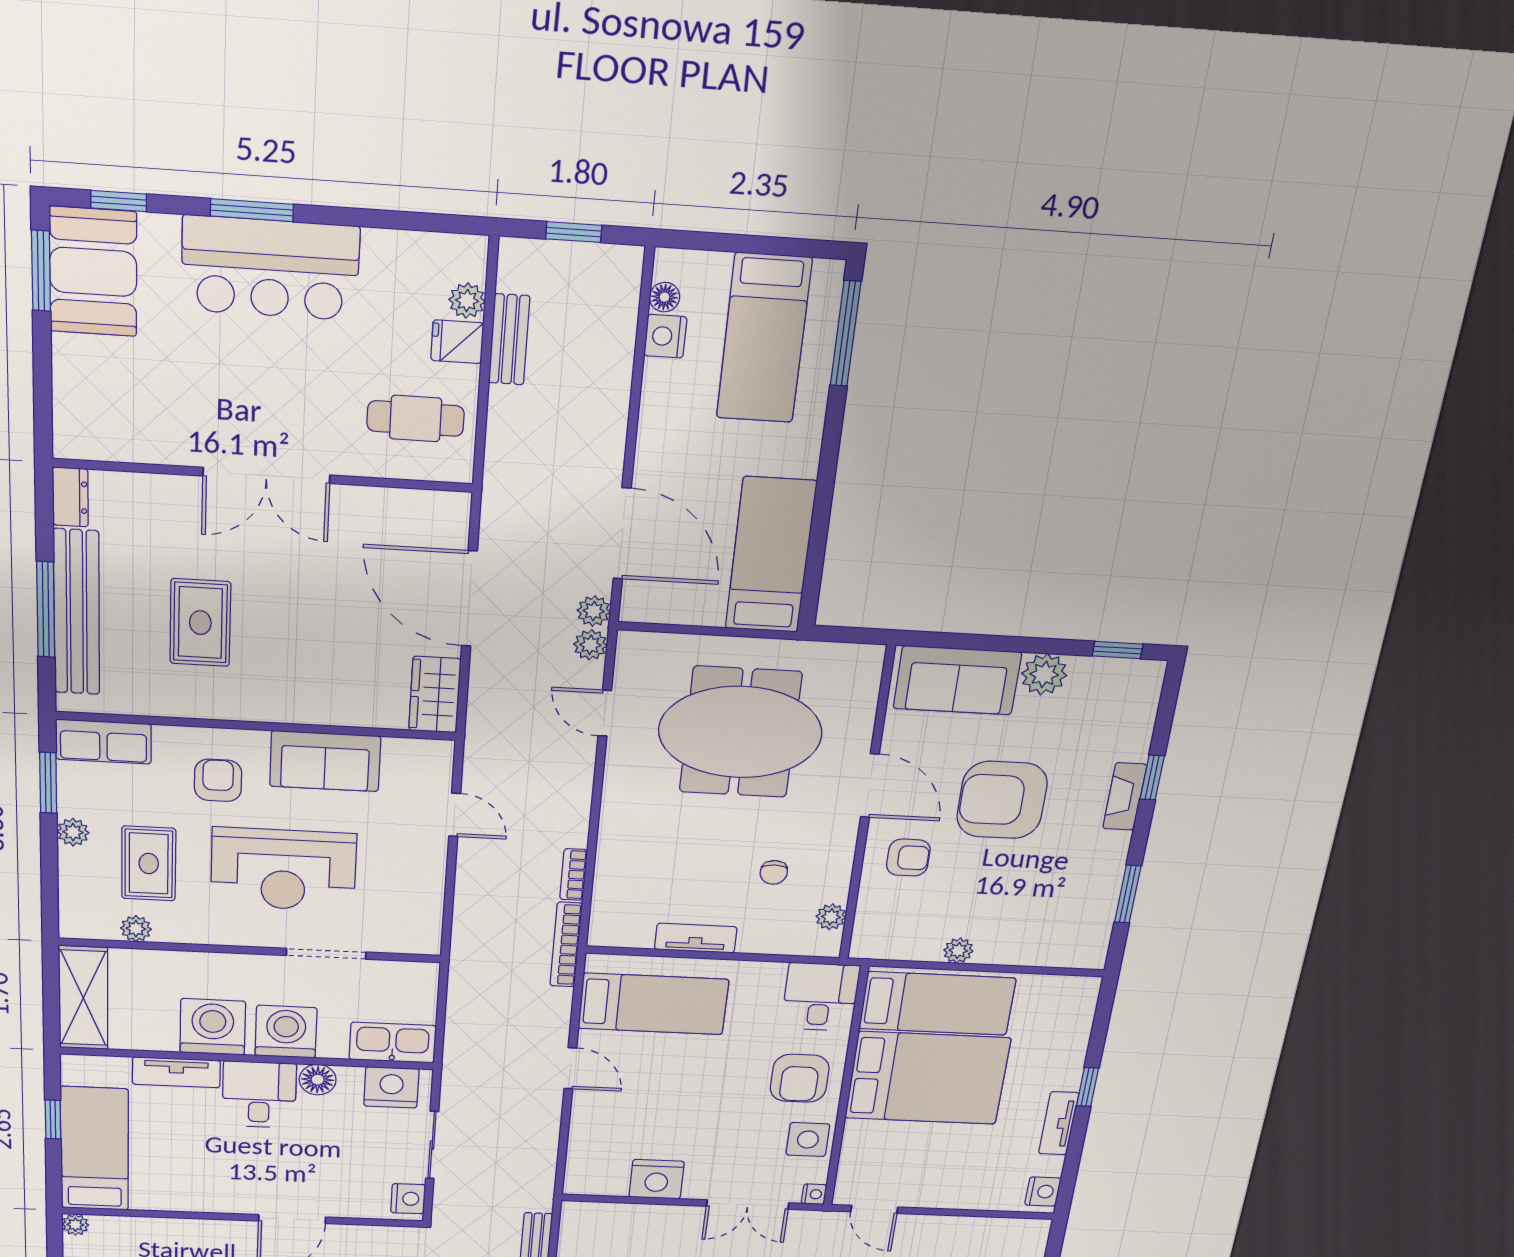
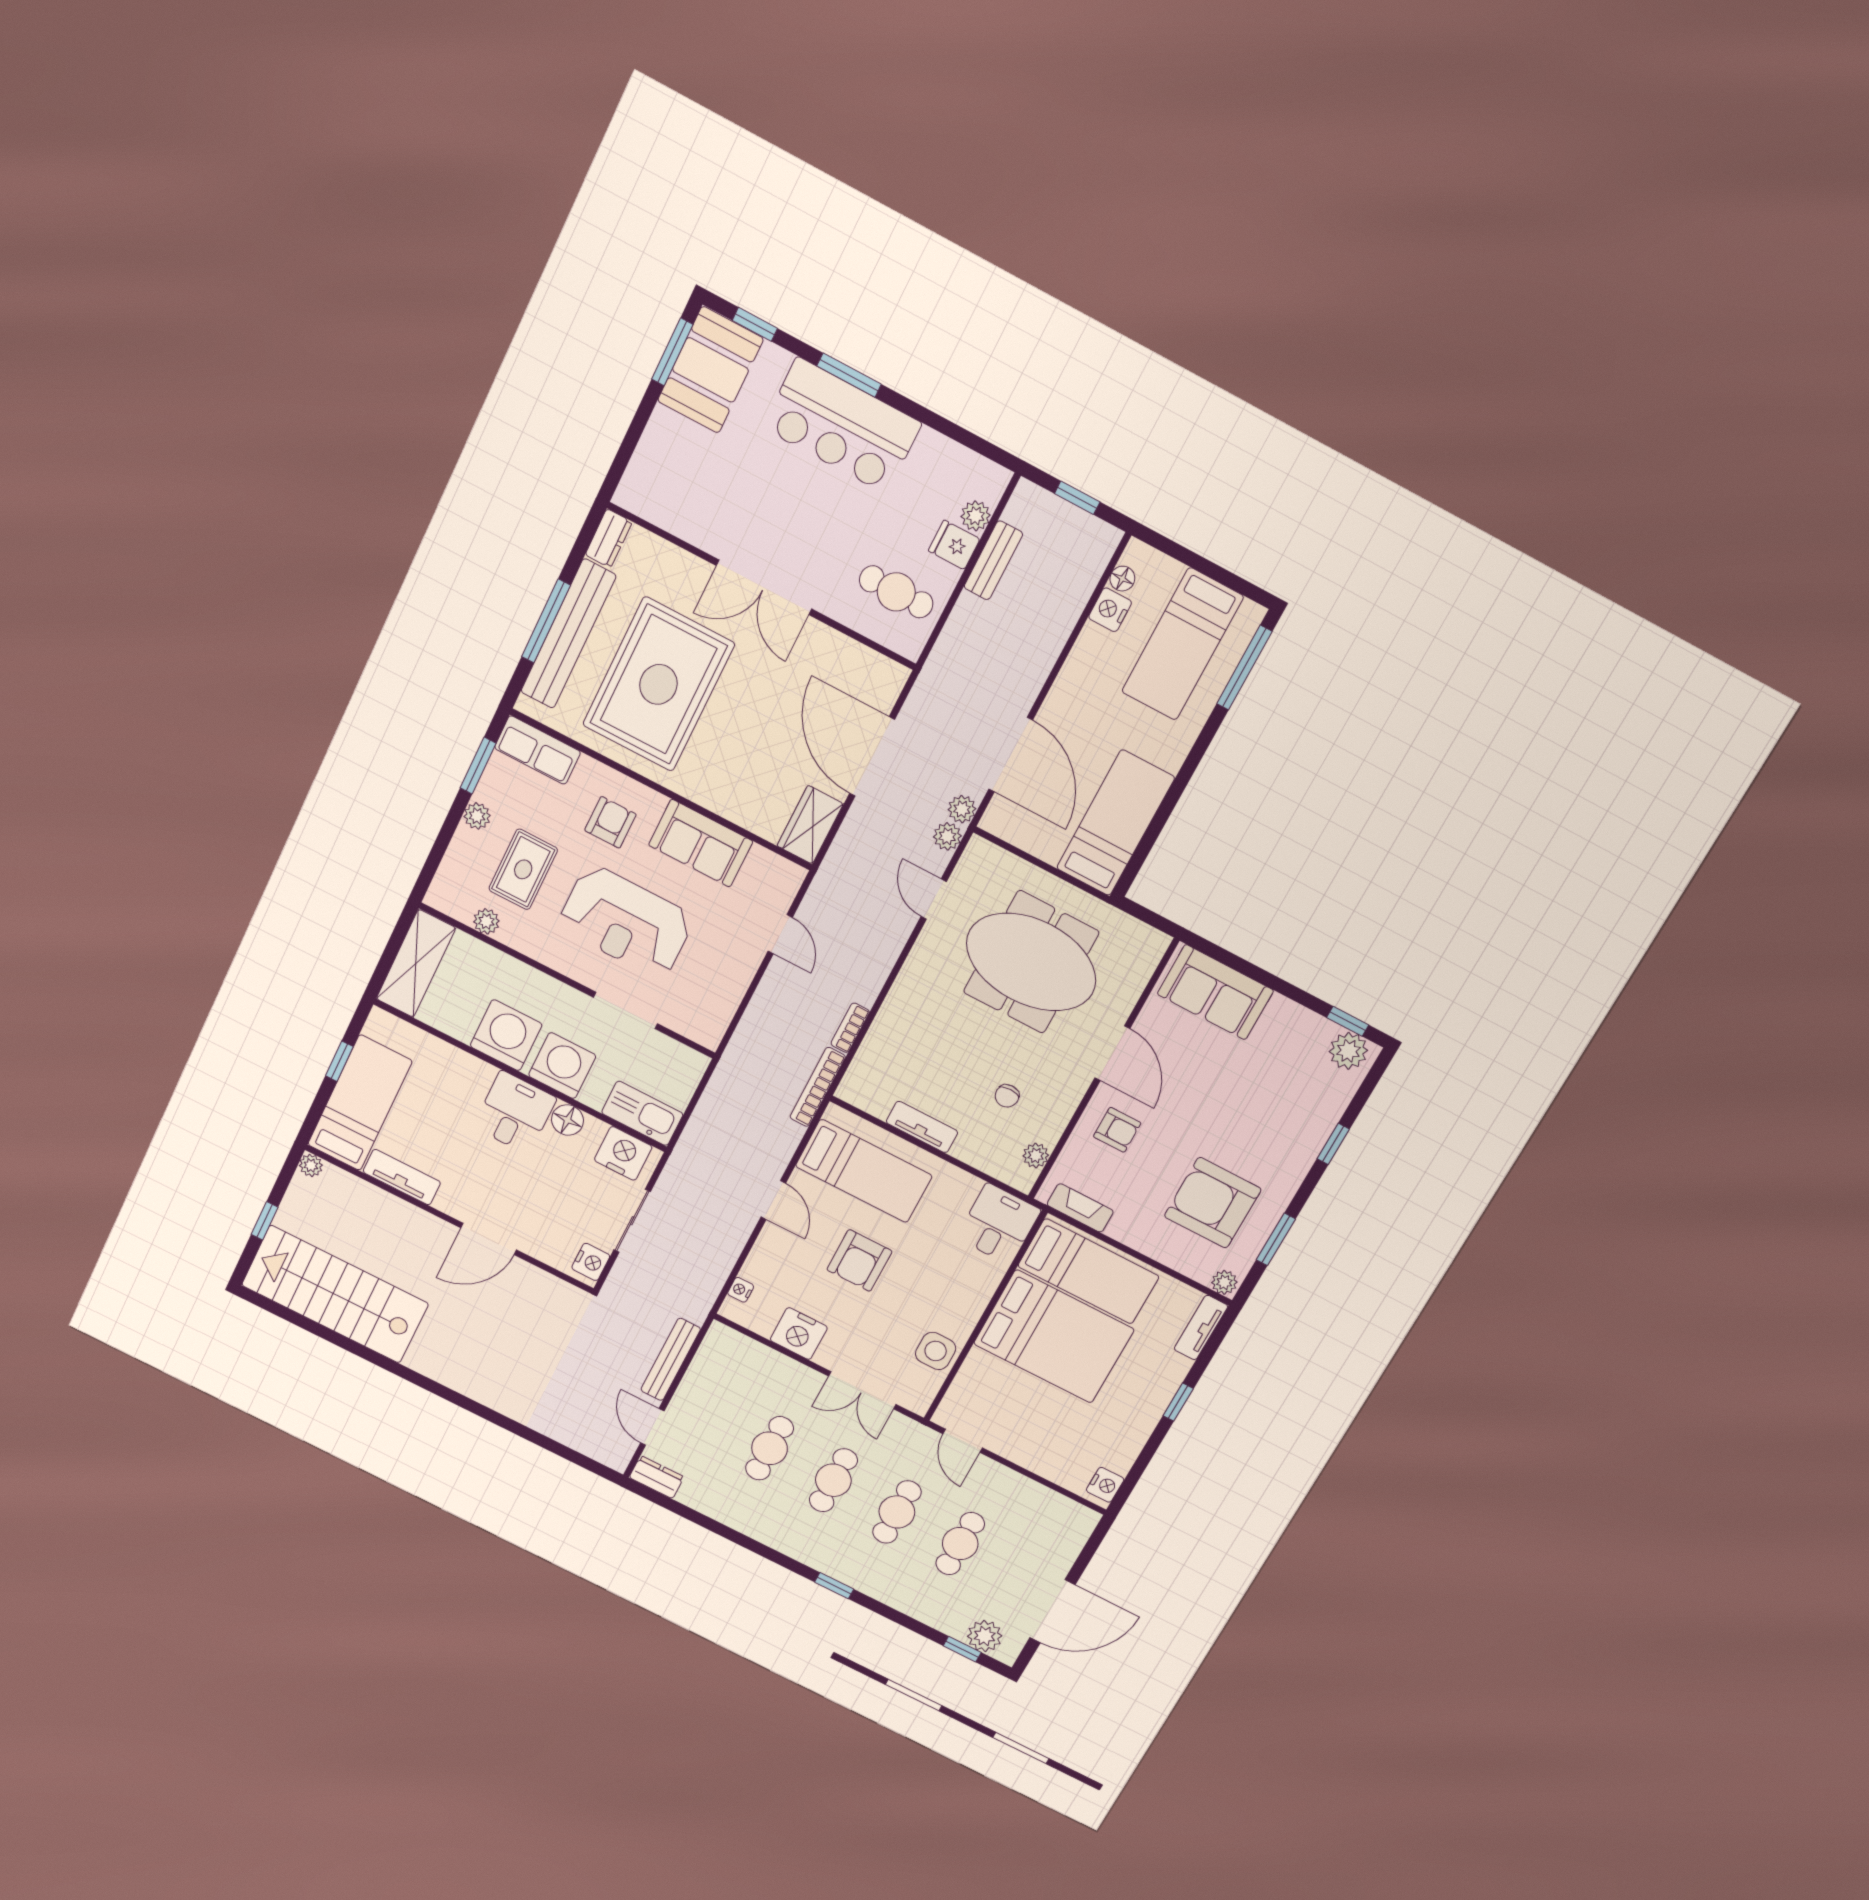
rug: (200, 623) -> (658, 684), width x1.86, depth x2.06
plant: (1044, 674) -> (1348, 1051), moved
fireplace: (1125, 797) -> (1080, 1208), moved, turned 90
armchair: (1002, 800) -> (1213, 1203), moved
plant: (958, 951) -> (1224, 1282), moved
tv unit: (176, 1072) -> (402, 1177), moved, turned 180
armchair: (800, 1078) -> (859, 1260), moved
tv unit: (1059, 1123) -> (1201, 1328), moved
nightstand: (814, 1194) -> (741, 1290), moved, turned 180

